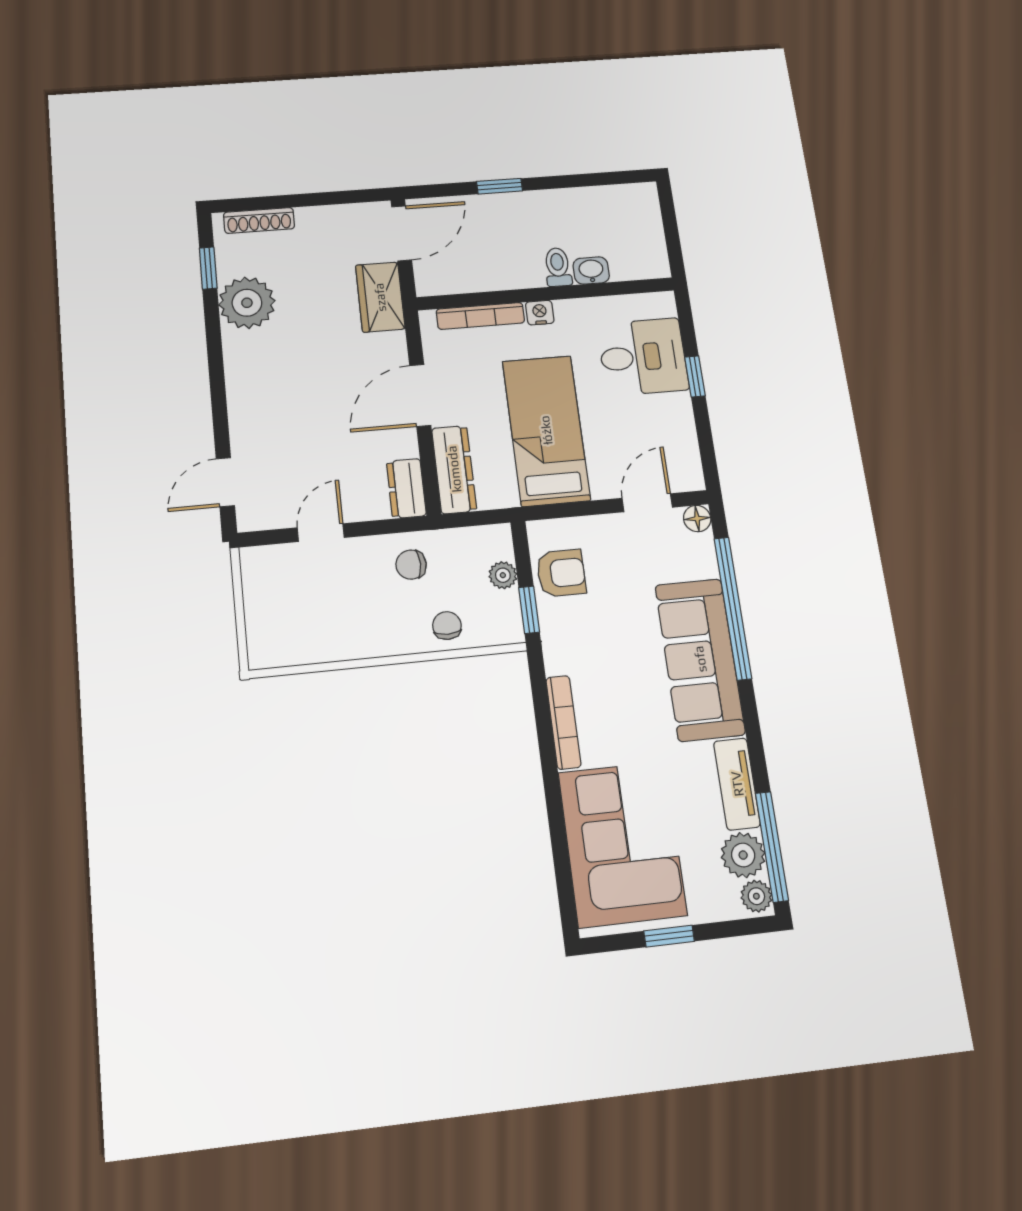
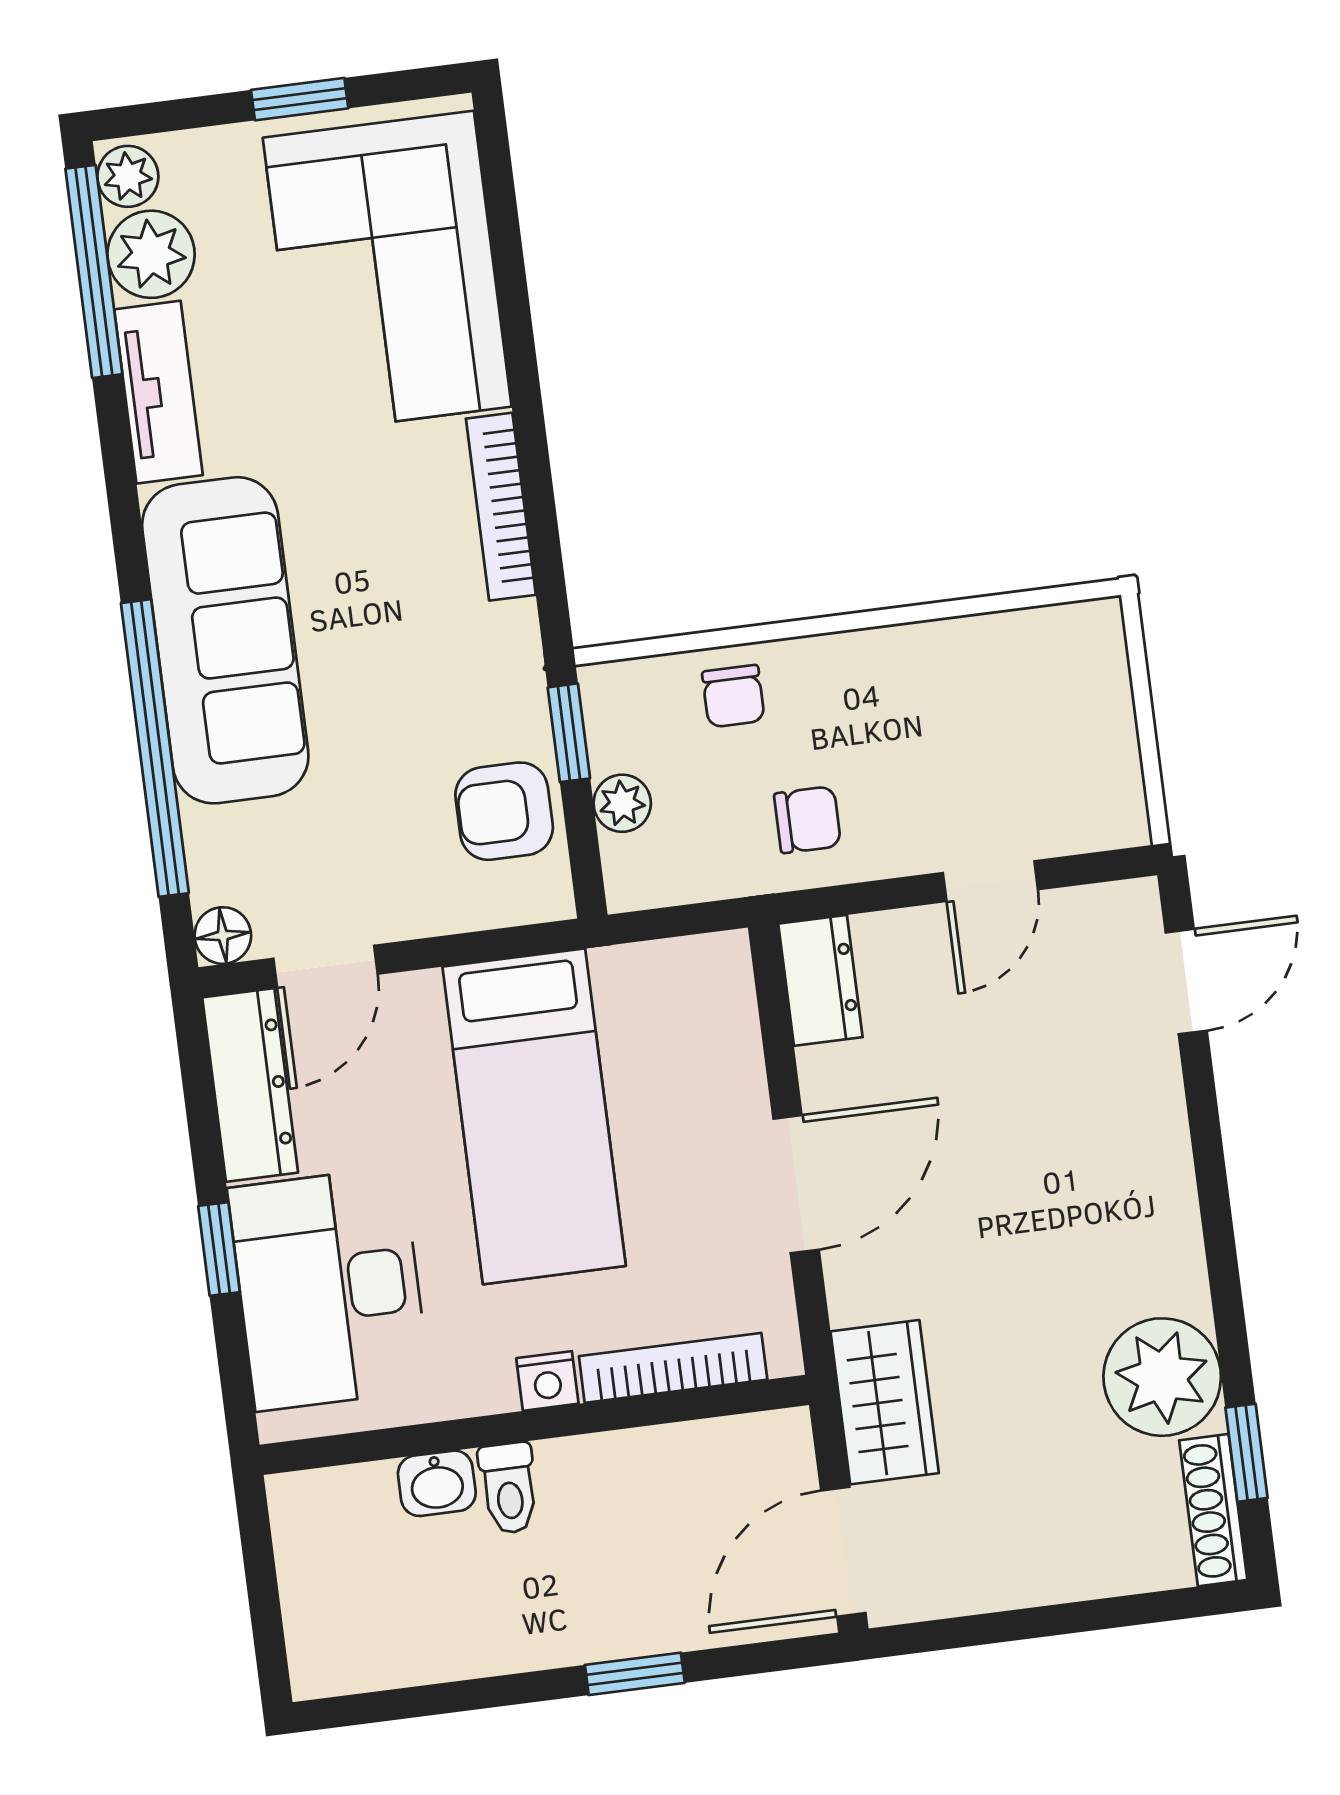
shoe rack: (259, 220) -> (1213, 1510), moved, turned -90
desk: (643, 357) -> (329, 1289), width x1.37
dresser: (454, 469) -> (250, 1085), moved, turned 180

